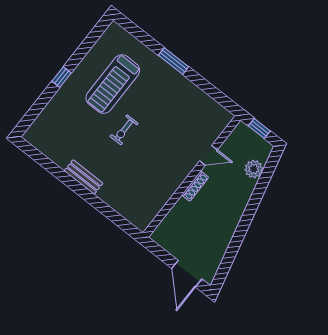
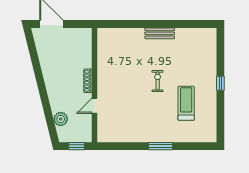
treadmill: (113, 84) -> (186, 103), width x0.73, depth x0.73

